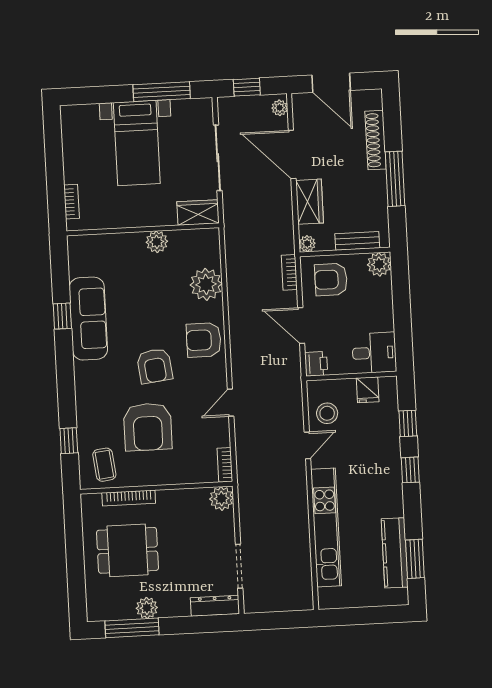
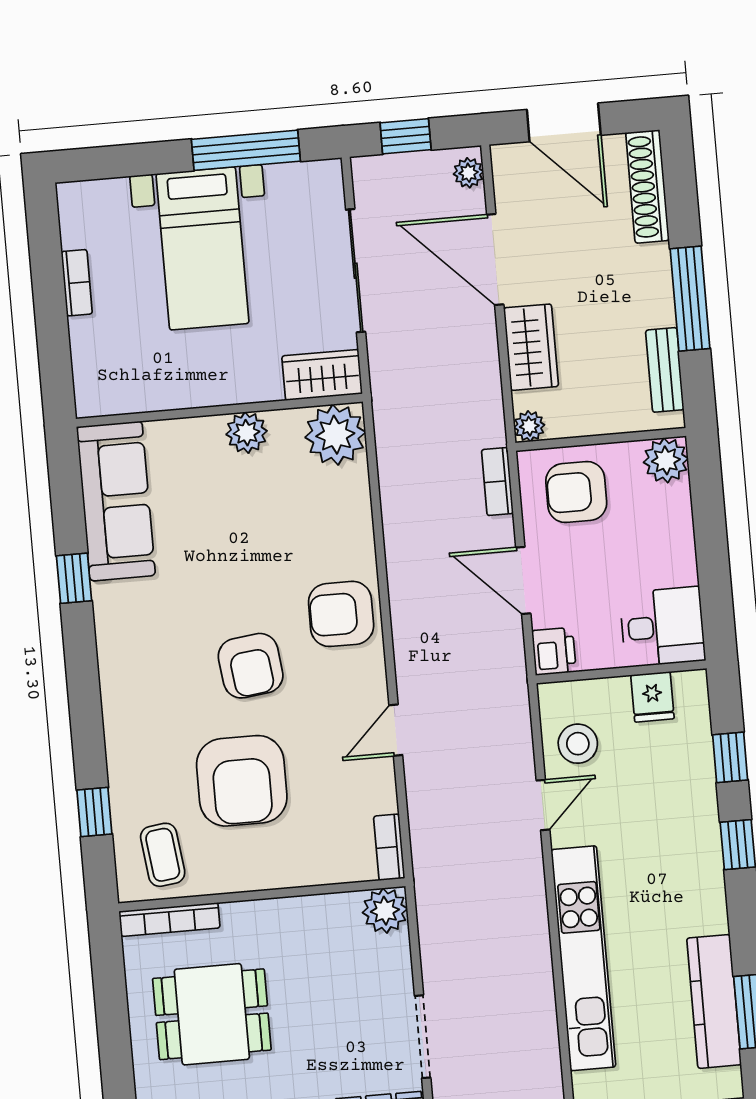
shoe rack: (376, 140) -> (647, 187), moved
bookcase: (72, 202) -> (77, 283), moved
bench: (357, 241) -> (665, 370), moved, turned 90
plant: (206, 284) -> (335, 435), moved
sofa: (88, 319) -> (116, 501), moved
bookcase: (129, 498) -> (169, 920), moved

